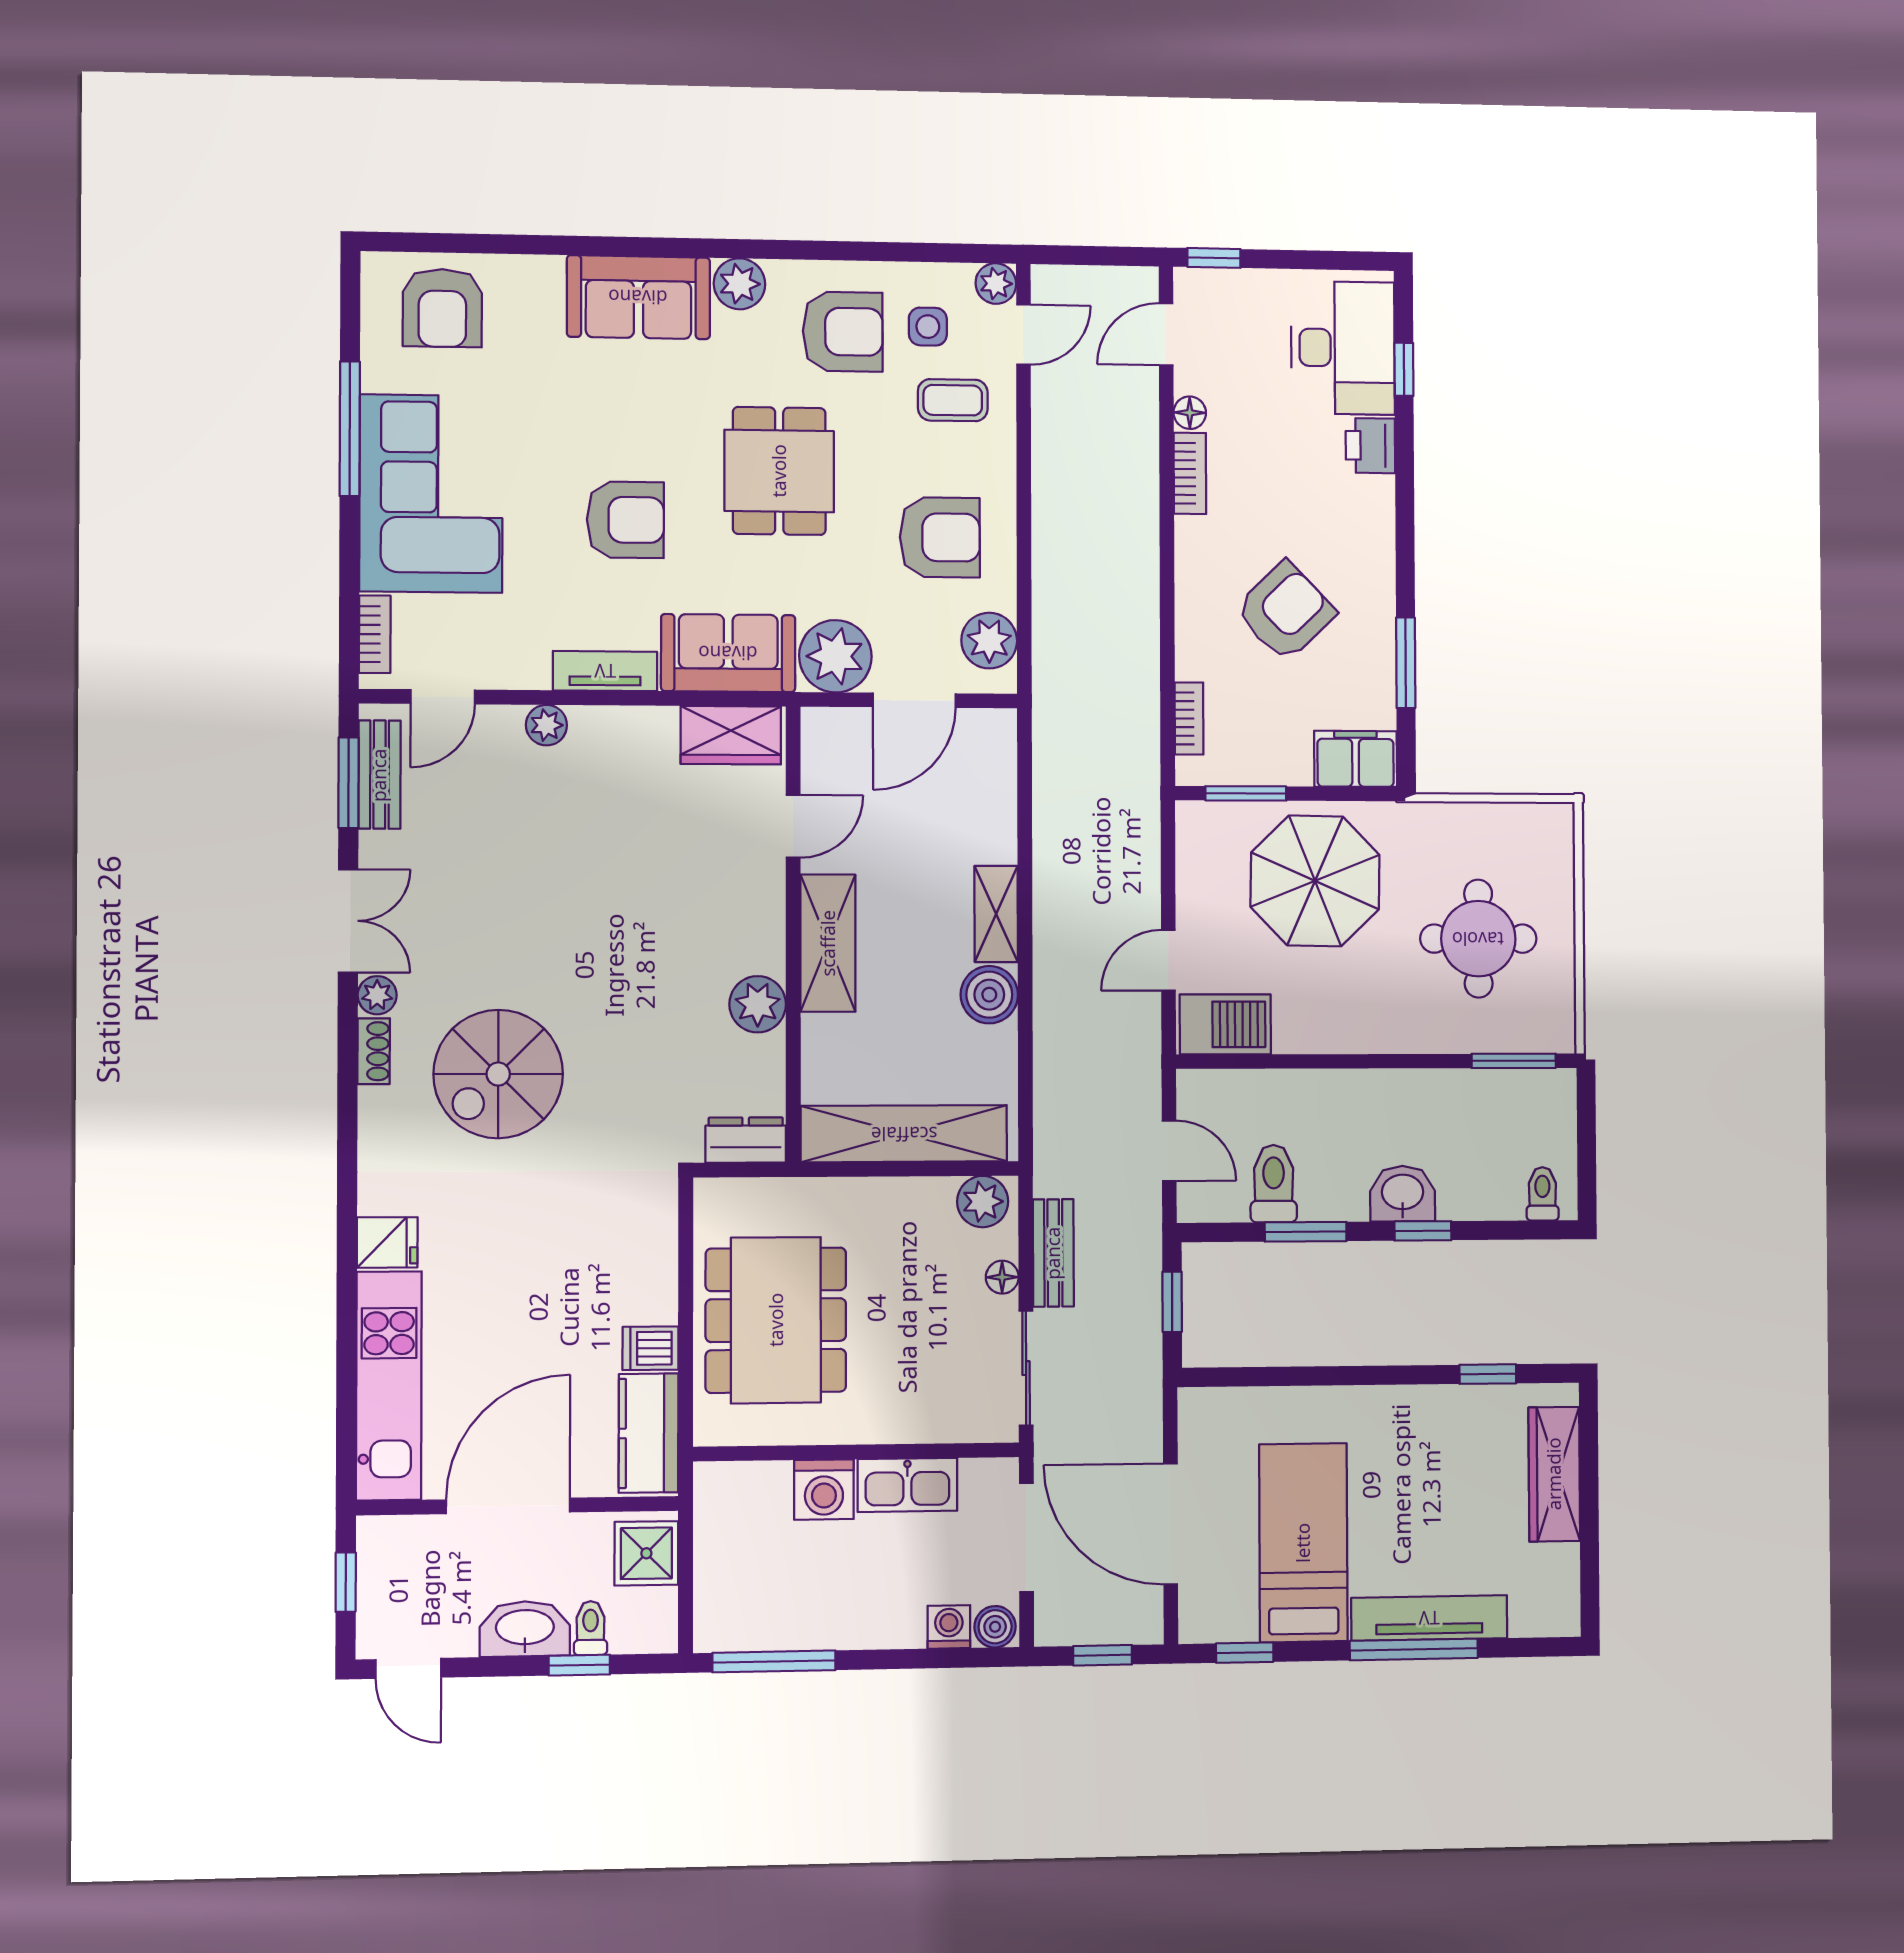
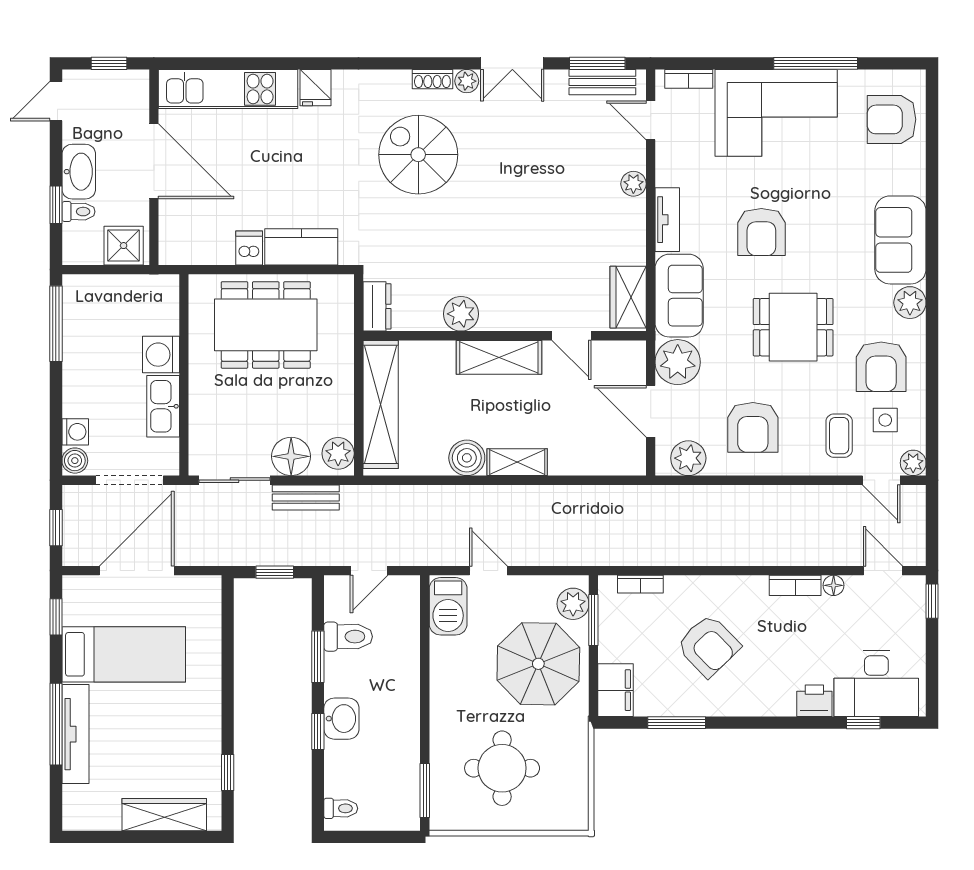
plant: (1220, 826) -> (573, 604), added
floor lamp: (1002, 1277) -> (291, 456), width x1.89, depth x1.89
kitchen counter: (649, 1433) -> (301, 247), moved

